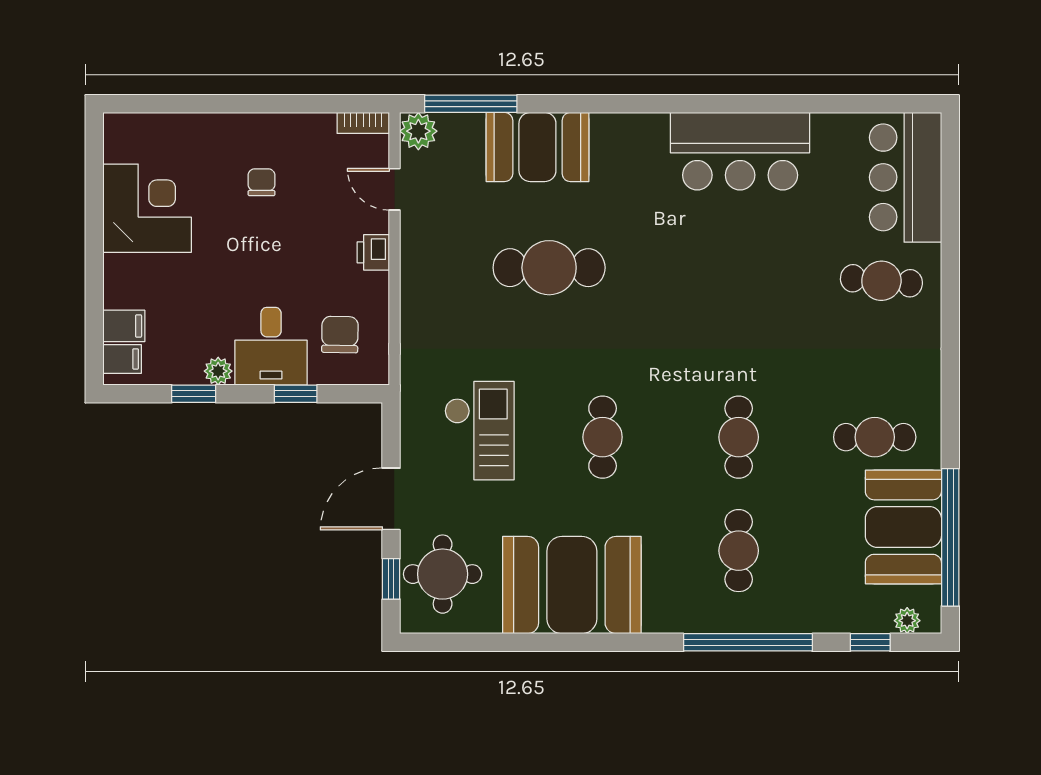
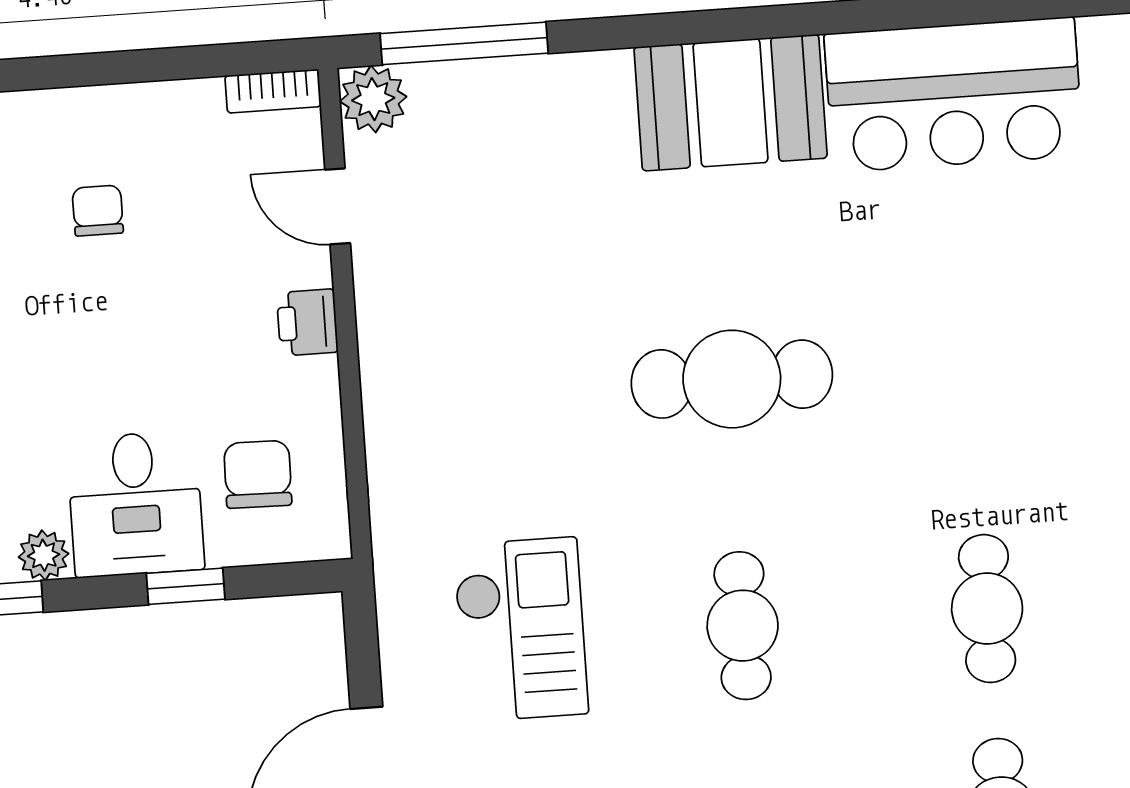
booth: (537, 147) -> (731, 103), moved
cafe table: (549, 268) -> (732, 379), moved

